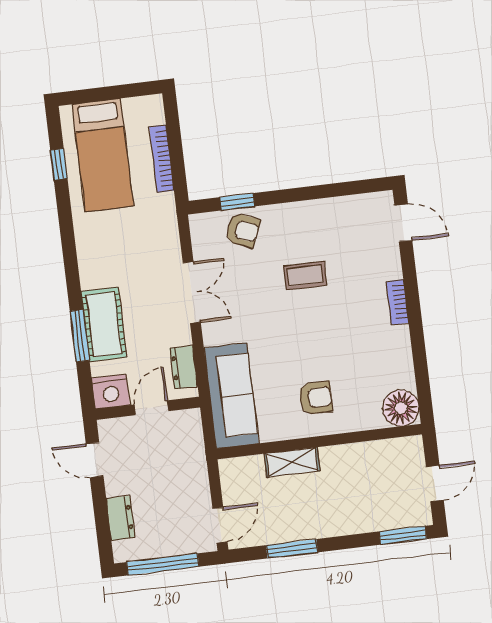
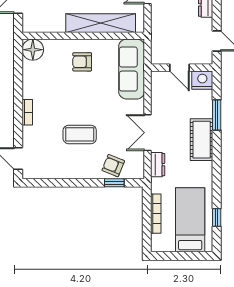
coffee table: (305, 276) -> (80, 134), width x1.36, depth x1.30
cot: (104, 324) -> (202, 140), moved
dresser: (184, 367) -> (158, 165), moved
door: (151, 408) -> (180, 68), hinge flipped
shelving: (292, 462) -> (101, 23), width x2.20, depth x1.33

